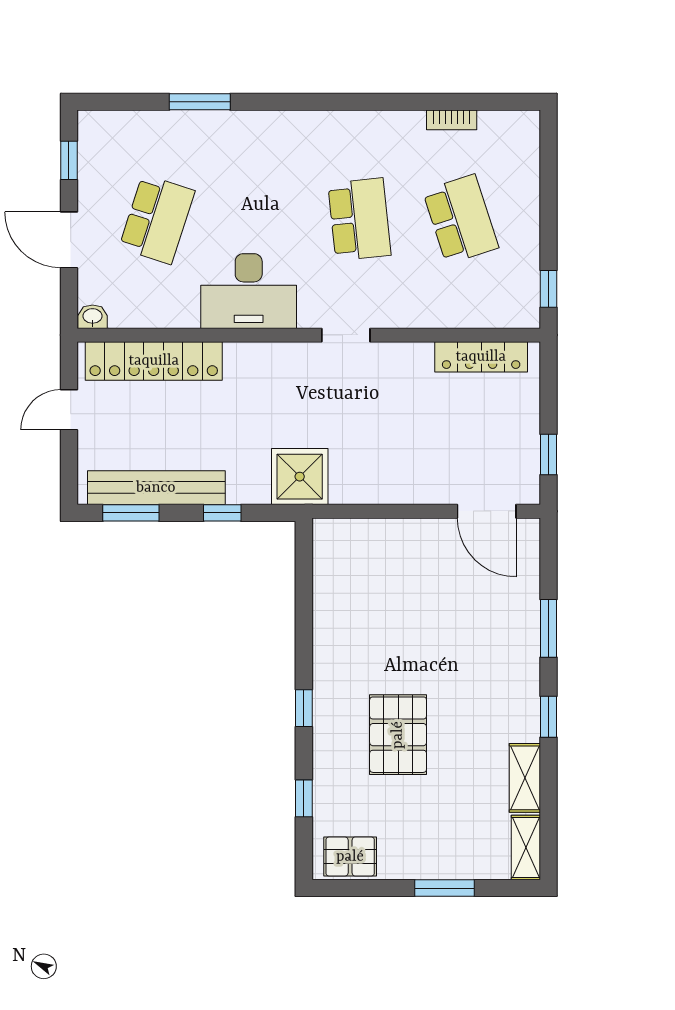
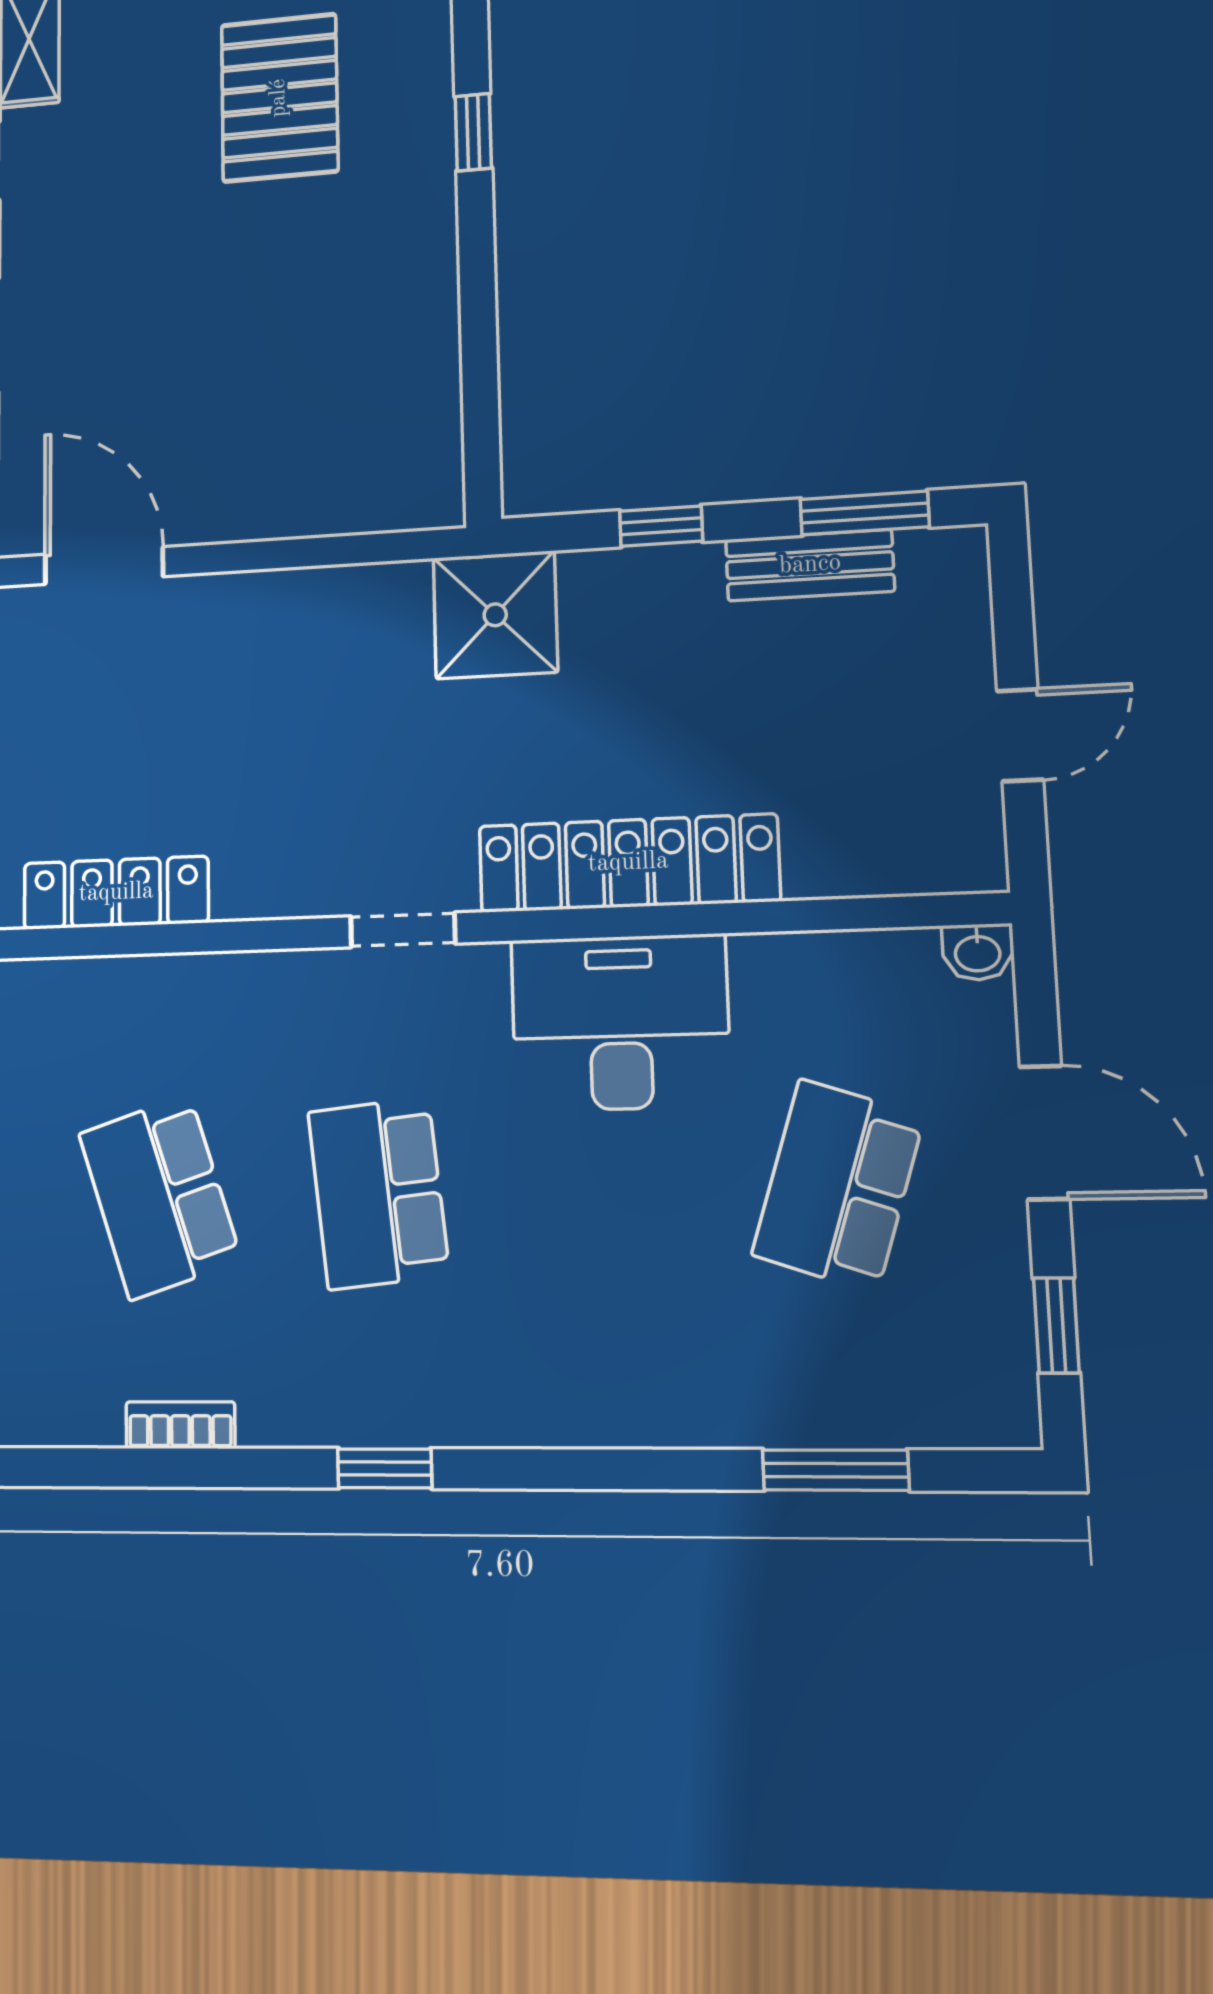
window: (200, 102) -> (836, 1470), moved
window: (359, 102) -> (385, 1468), added
locker: (154, 361) -> (628, 863), moved
bench: (156, 488) -> (810, 565), width x0.54, depth x0.82

